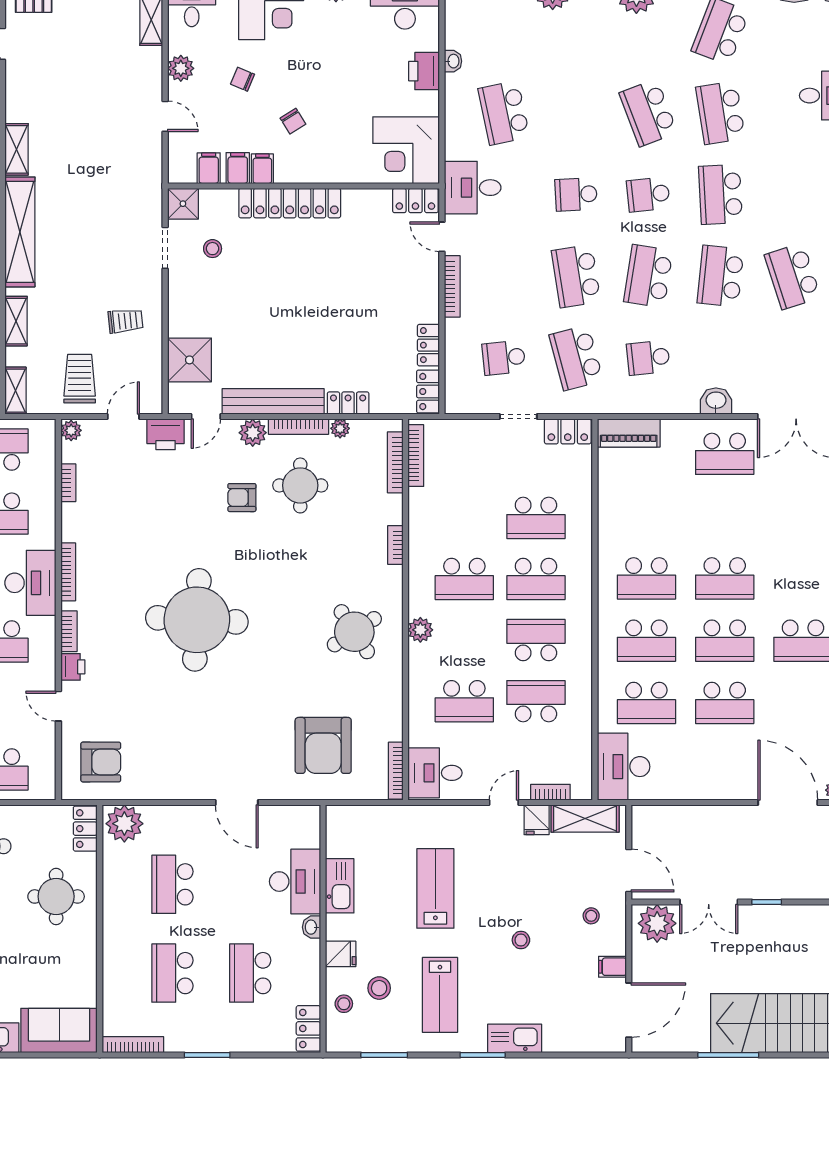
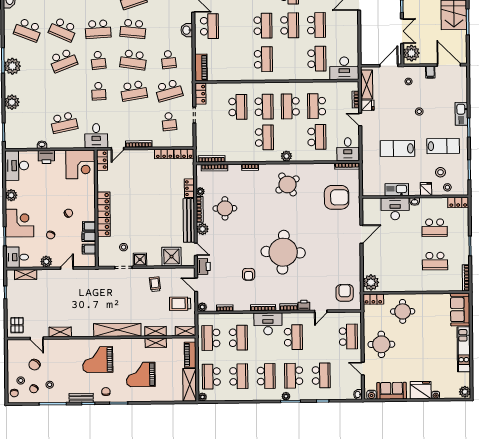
school desk: (720, 113) -> (63, 30), turned 33
shelving: (17, 149) -> (60, 332), moved
shower: (183, 204) -> (140, 260), moved
armchair: (242, 498) -> (249, 274), moved
school desk: (646, 641) -> (290, 59), removed
school desk: (172, 884) -> (397, 261), removed

